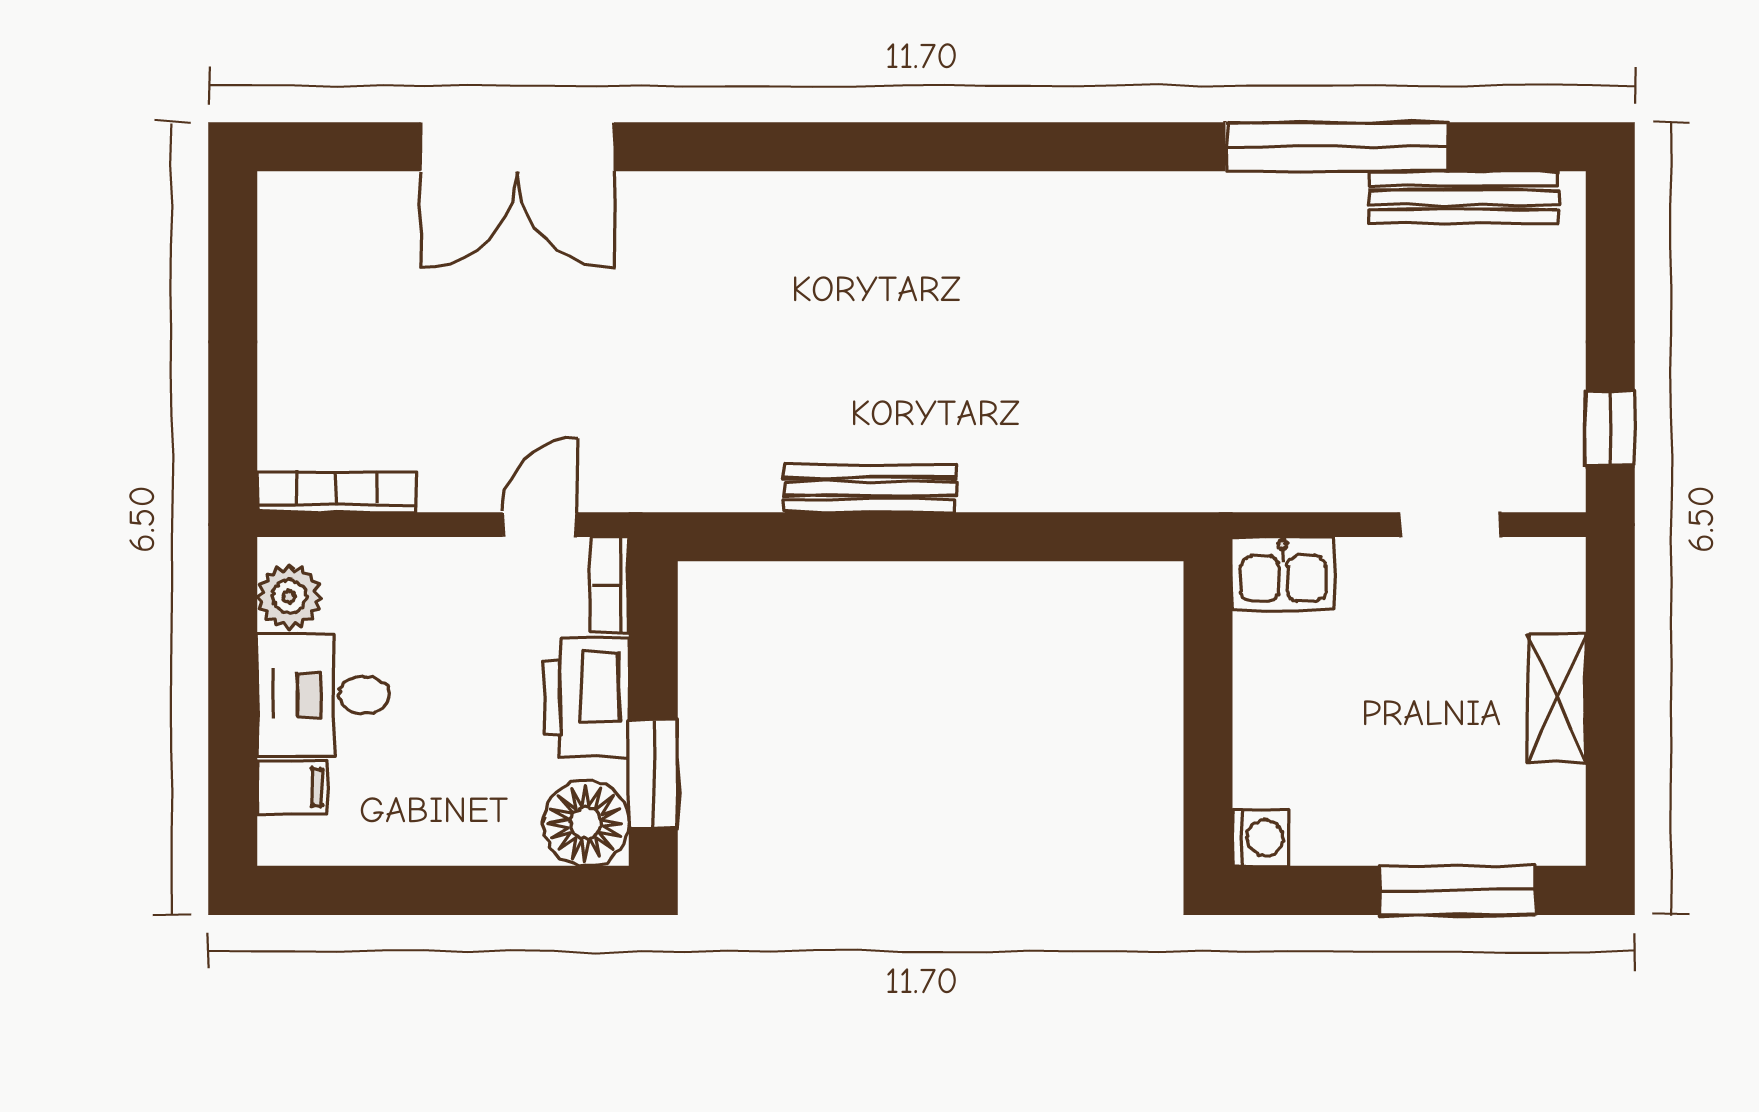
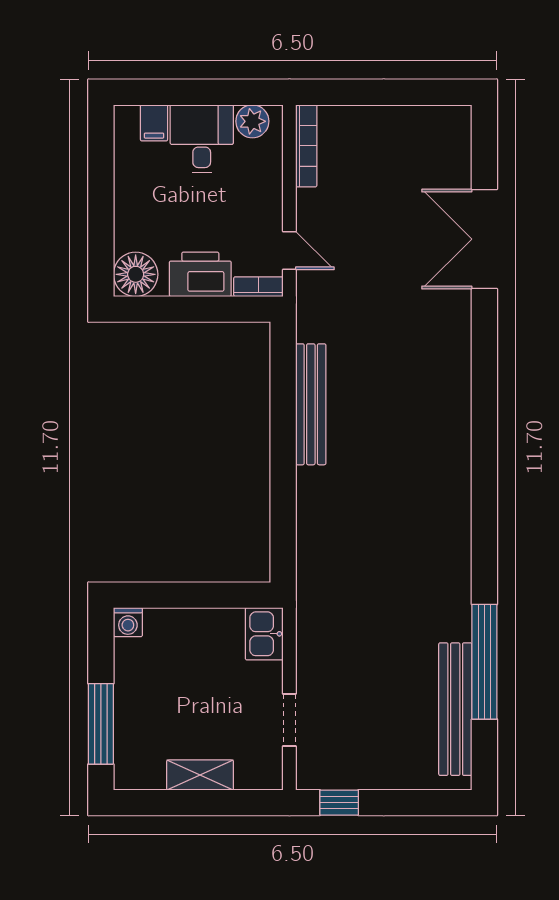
bench: (1464, 198) -> (455, 709), width x1.37, depth x1.21
bench: (869, 488) -> (311, 404), width x1.37, depth x1.21
window: (653, 775) -> (161, 309), removed

